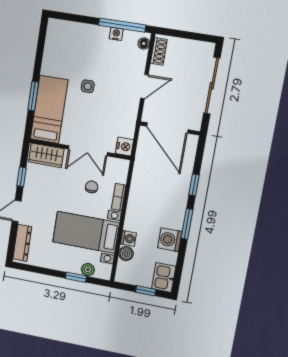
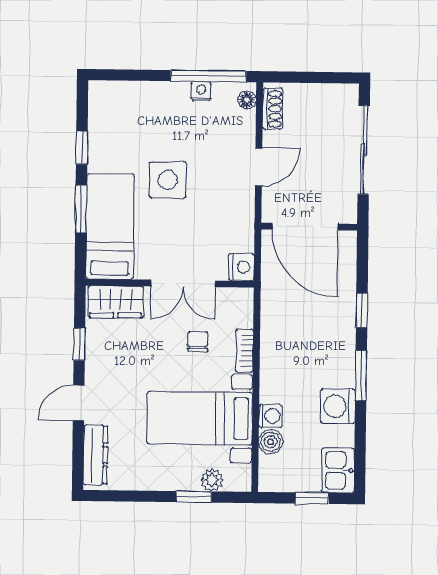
window: (39, 59) -> (82, 148), added
side table: (88, 86) -> (168, 180), width x1.87, depth x1.87

